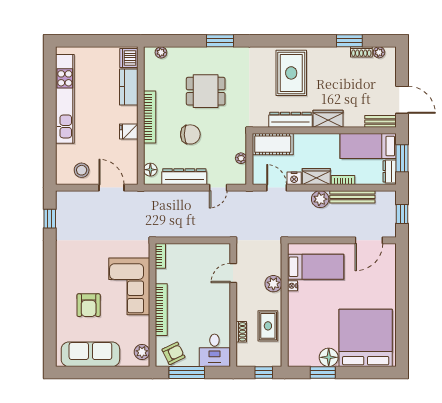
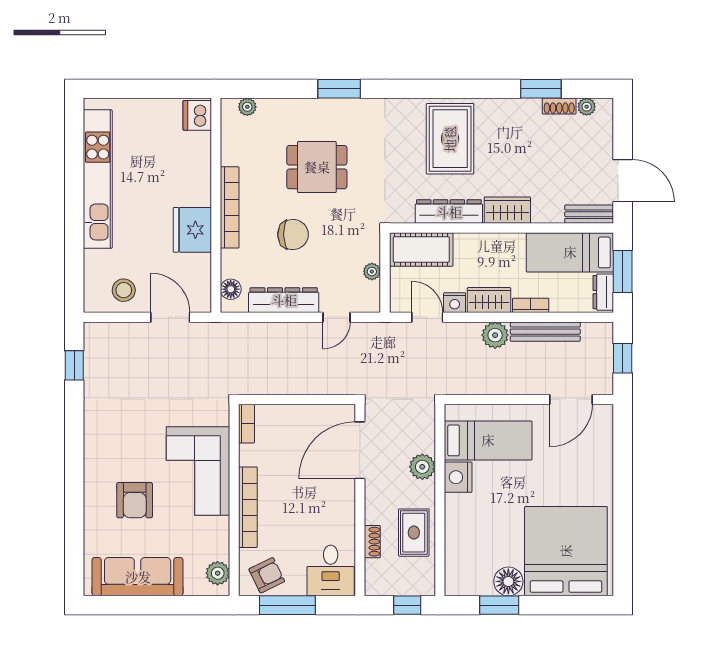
kitchen counter: (129, 87) -> (197, 161), removed
fridge: (129, 131) -> (192, 230), width x1.88, depth x1.34
door: (233, 273) -> (360, 450), width x1.87
nightstand: (292, 286) -> (458, 477), width x1.89, depth x1.79

